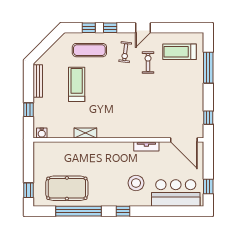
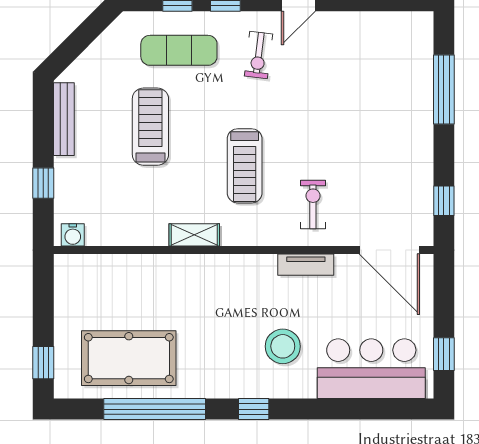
treadmill: (179, 52) -> (245, 166), moved, turned -90
exercise bike: (148, 62) -> (313, 205), moved
shelving: (85, 133) -> (194, 235), moved

